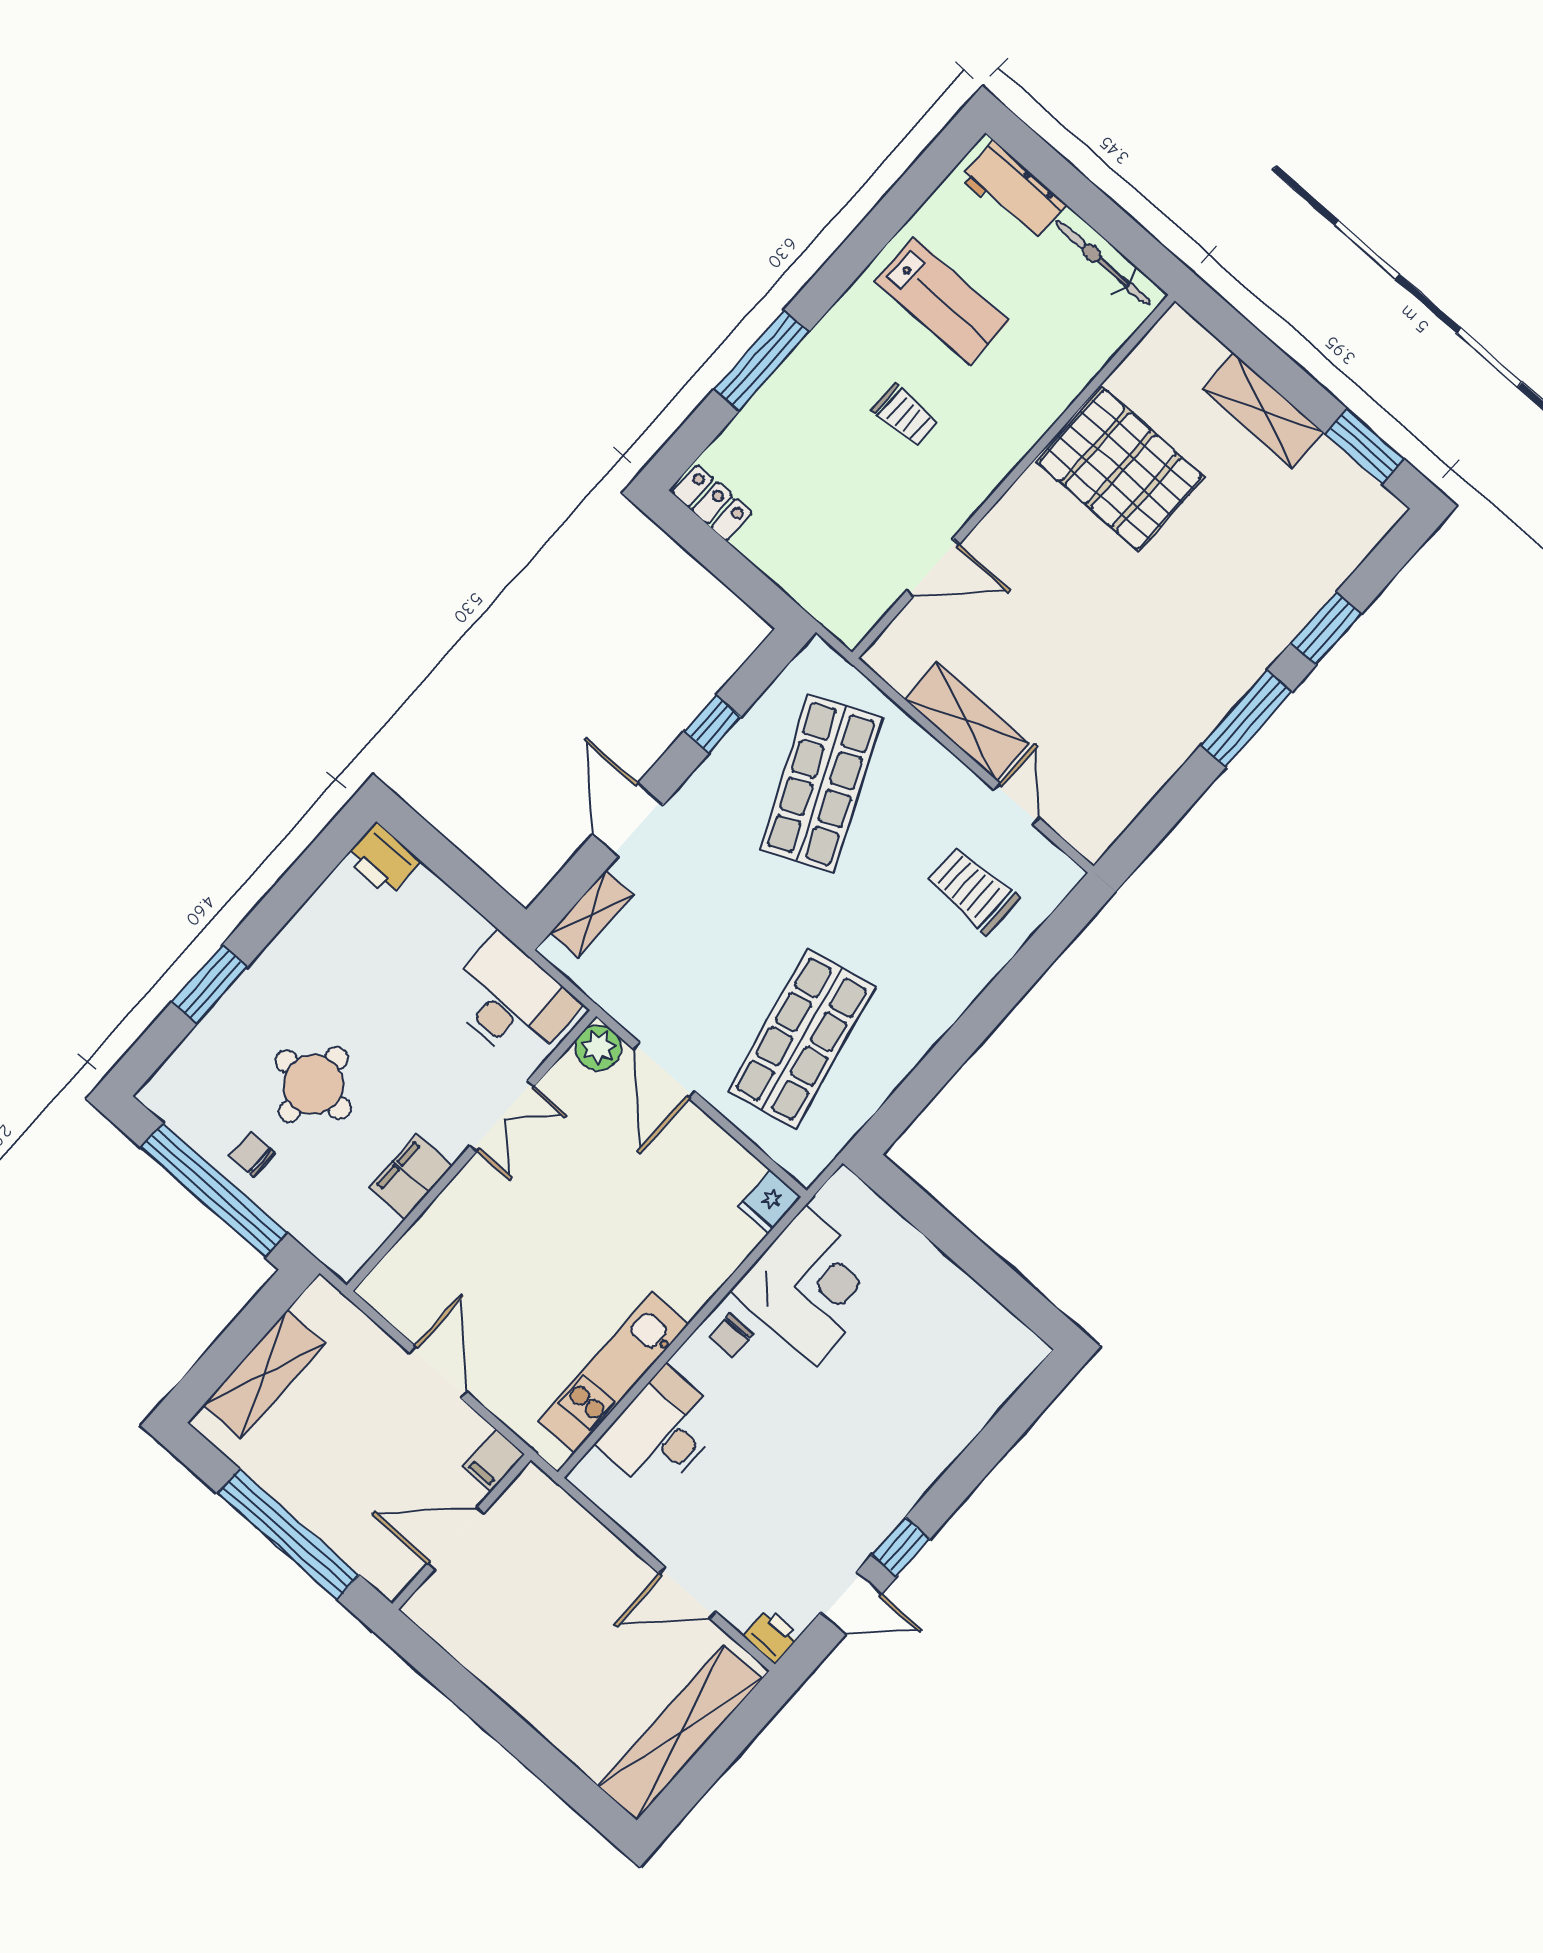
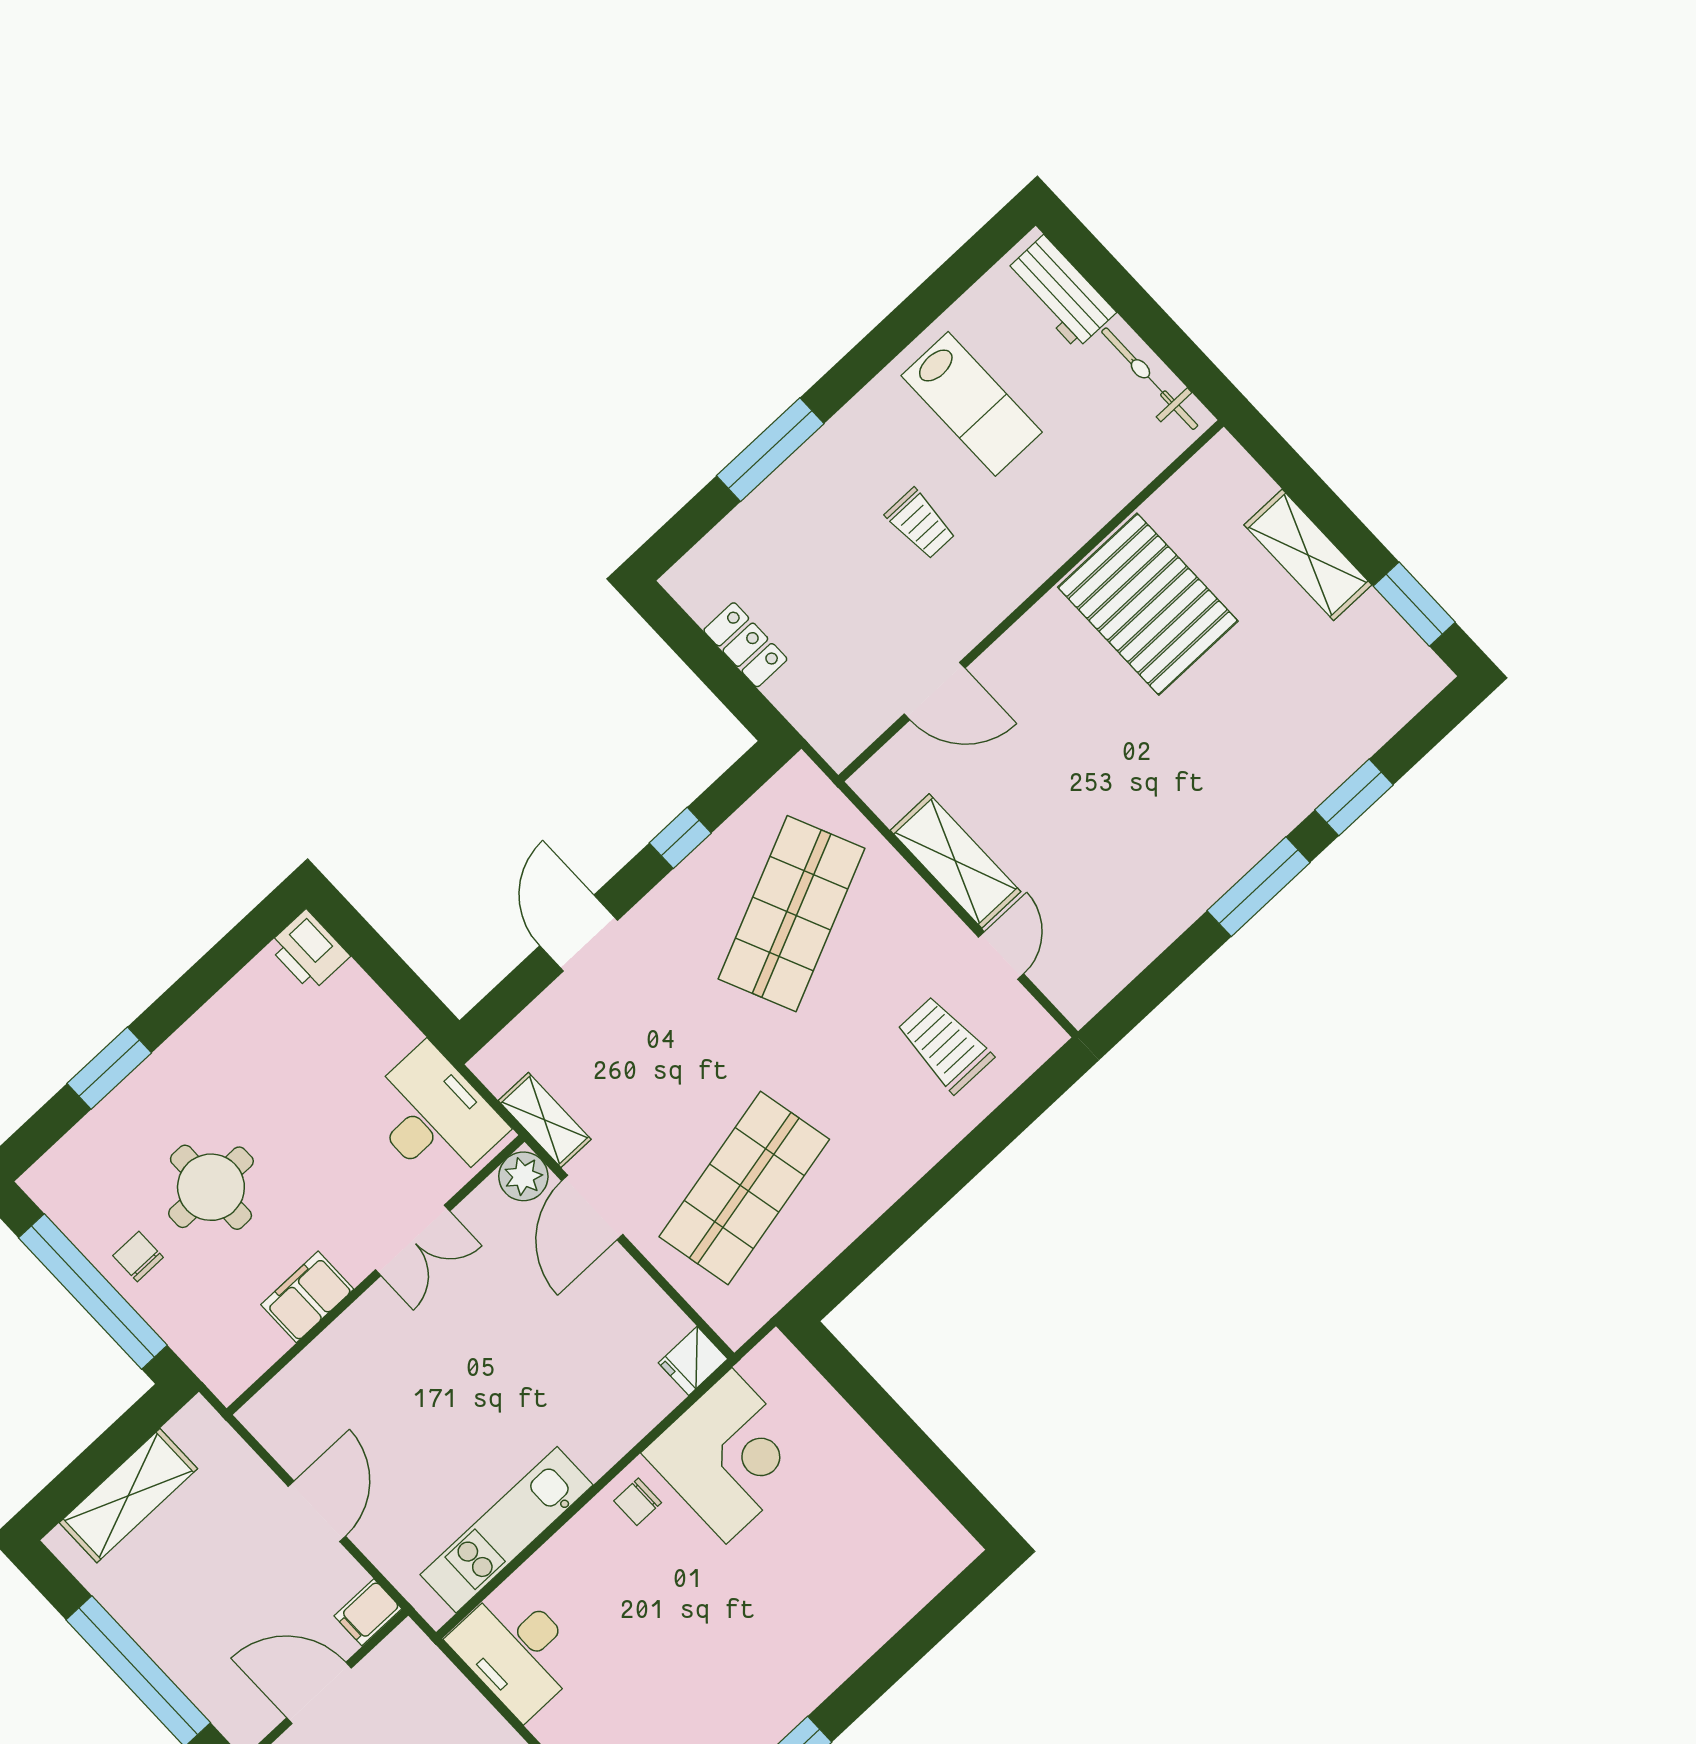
locker: (712, 503) -> (745, 645), moved
shelving: (592, 914) -> (545, 1120), moved, turned 90
desk: (662, 1431) -> (517, 1651), moved, turned -90

